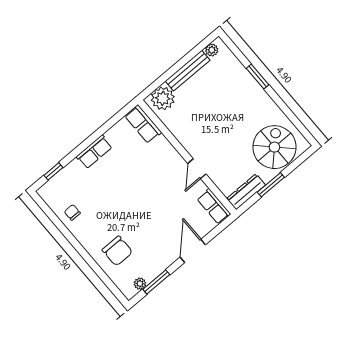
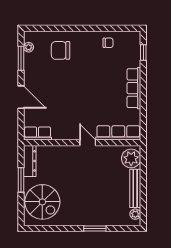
row of seats: (143, 124) -> (118, 133), width x1.48
row of seats: (94, 152) -> (134, 88), width x1.48
door: (197, 169) -> (88, 143), moved

